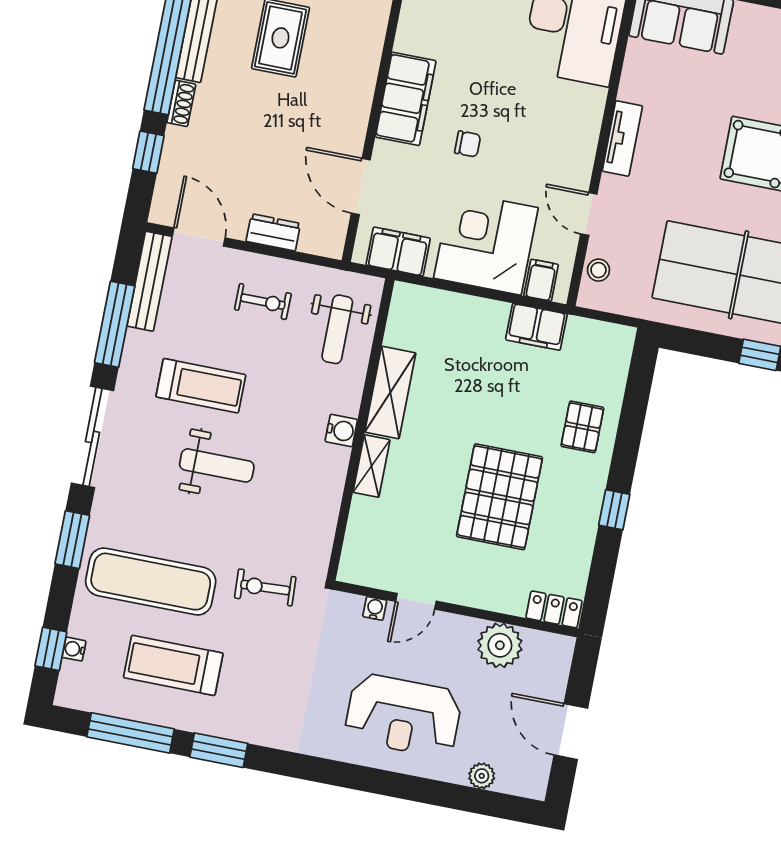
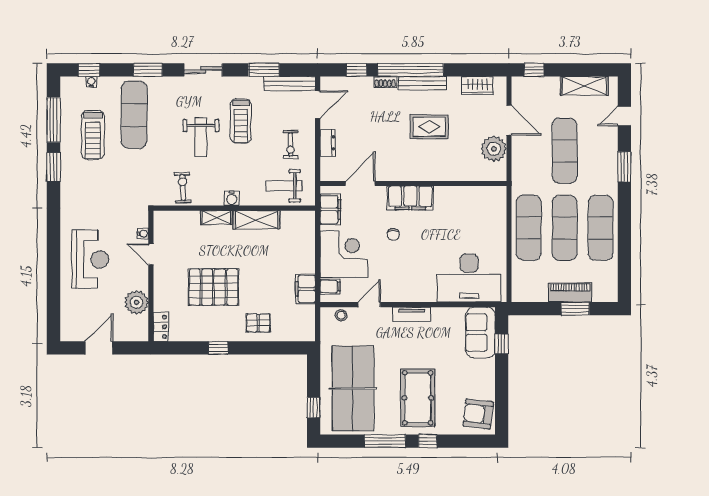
window: (115, 324) -> (264, 70), width x0.69
sliding door: (93, 437) -> (203, 70), width x0.73
exercise bike: (265, 587) -> (183, 188), moved
treadmill: (173, 665) -> (93, 135), turned 180
reception desk: (403, 715) -> (90, 259), turned 180
plant: (482, 776) -> (67, 306), removed

